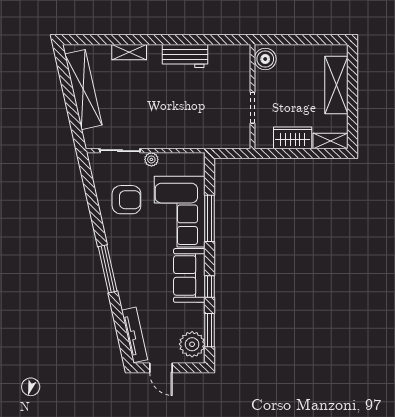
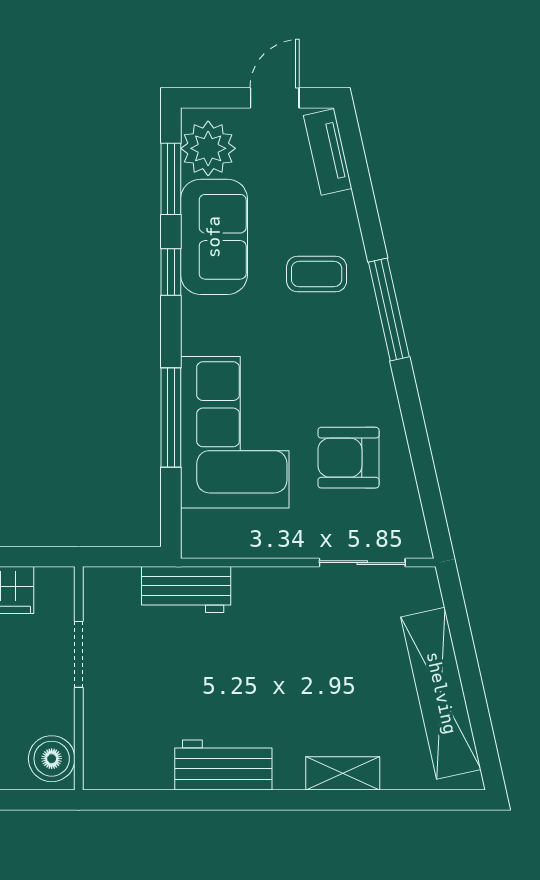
workbench: (202, 138) -> (186, 590), added
plant: (151, 159) -> (295, 544), removed
sofa: (189, 275) -> (214, 237), moved
coffee table: (141, 286) -> (317, 274), added
tv unit: (134, 335) -> (328, 152), width x0.71
door: (161, 368) -> (275, 98), hinge flipped

